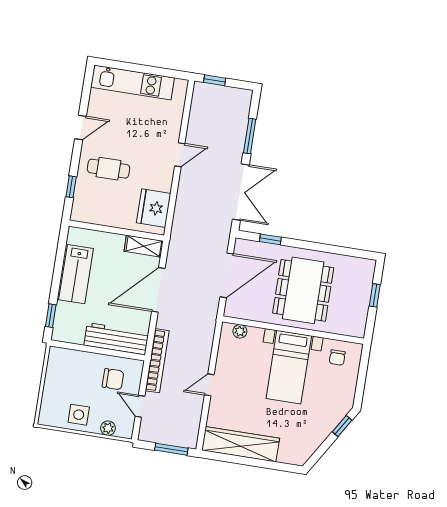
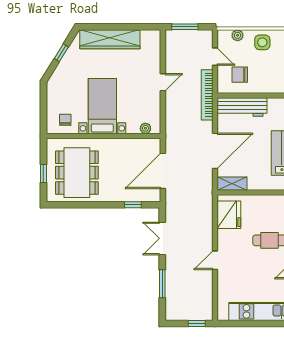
double door: (241, 192) -> (162, 238), width x0.73
dining table: (303, 290) -> (77, 173), moved
window: (342, 426) -> (61, 53), moved
wardrobe: (241, 444) -> (110, 39), moved

